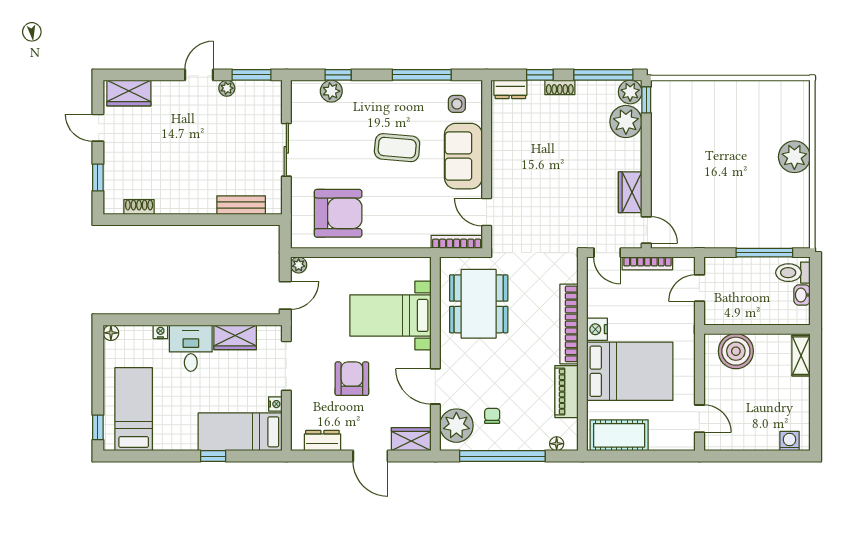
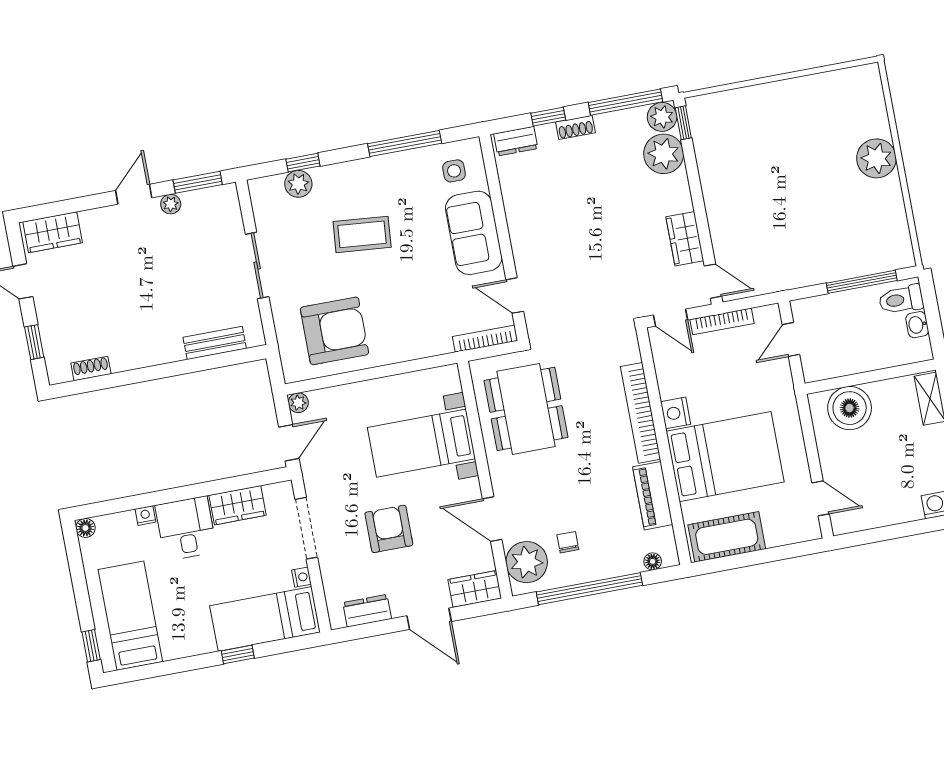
coffee table: (397, 148) -> (362, 234), moved

